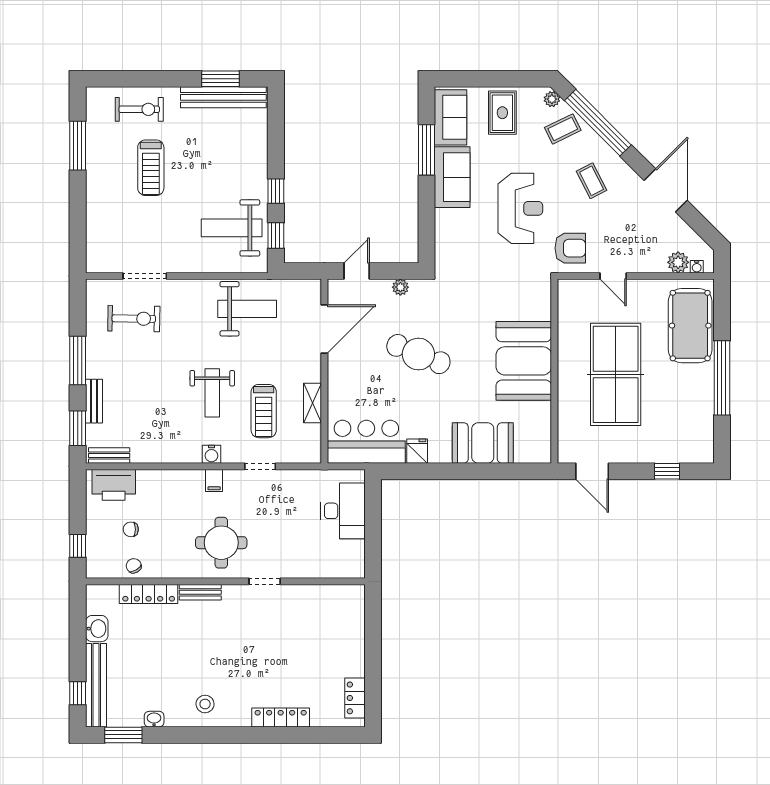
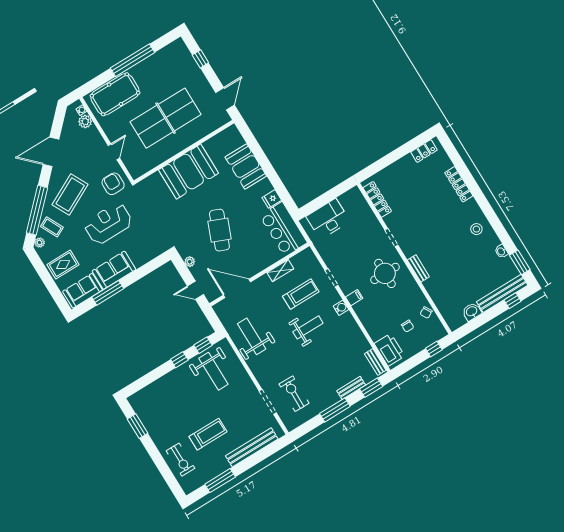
bench: (223, 97) -> (252, 447), moved, turned 90
exercise bike: (139, 109) -> (181, 460), turned 180
coffee table: (592, 181) -> (70, 195), width x1.86, depth x1.72
locker: (149, 594) -> (377, 199), moved

